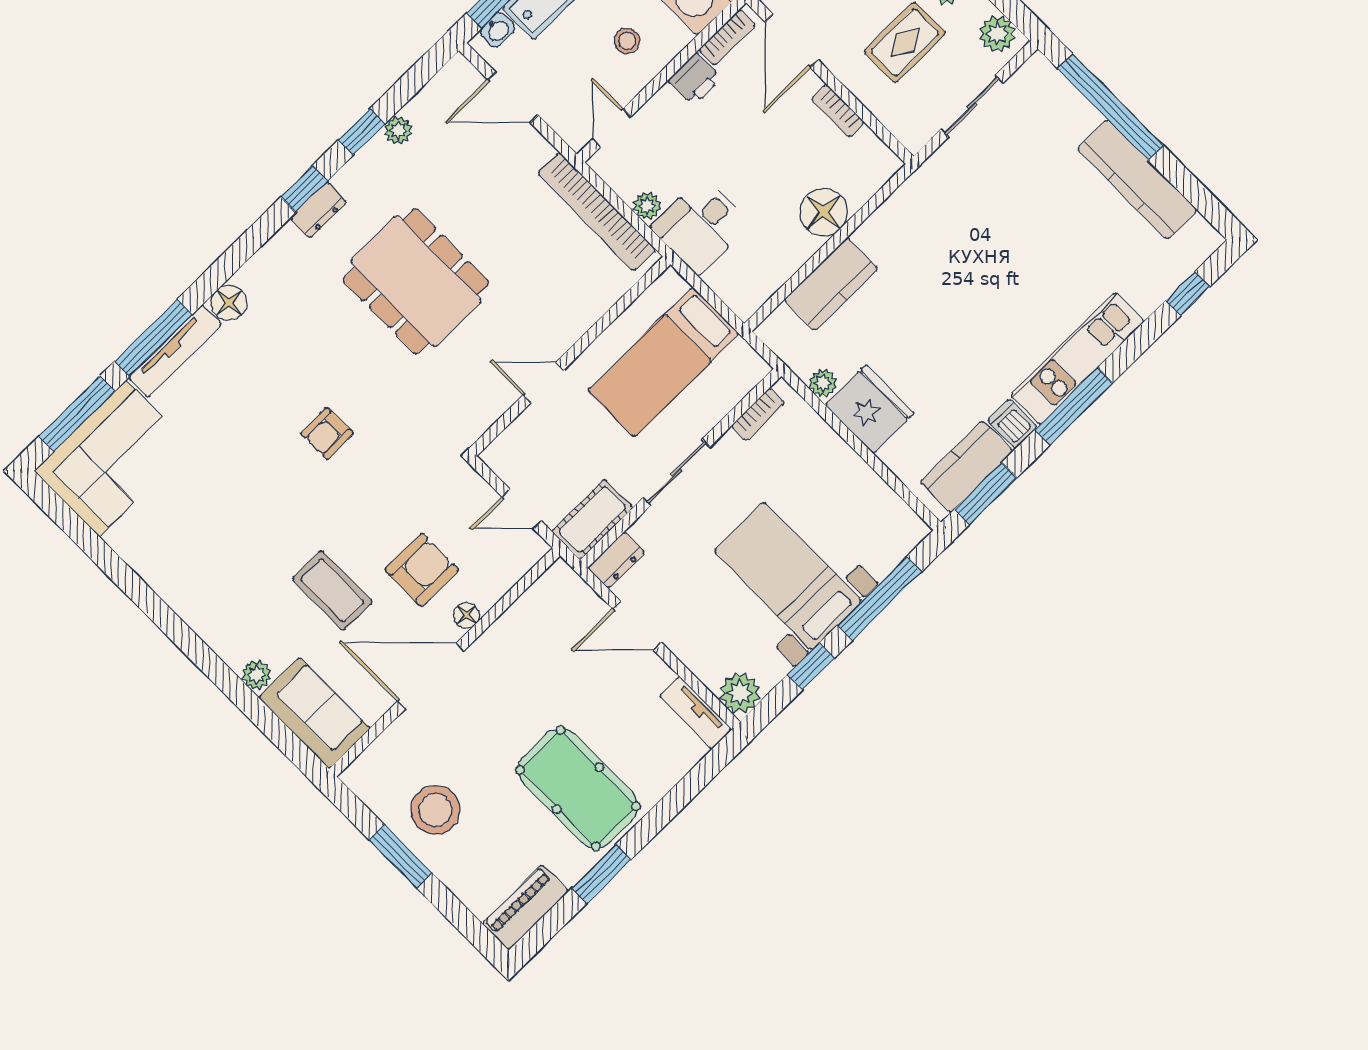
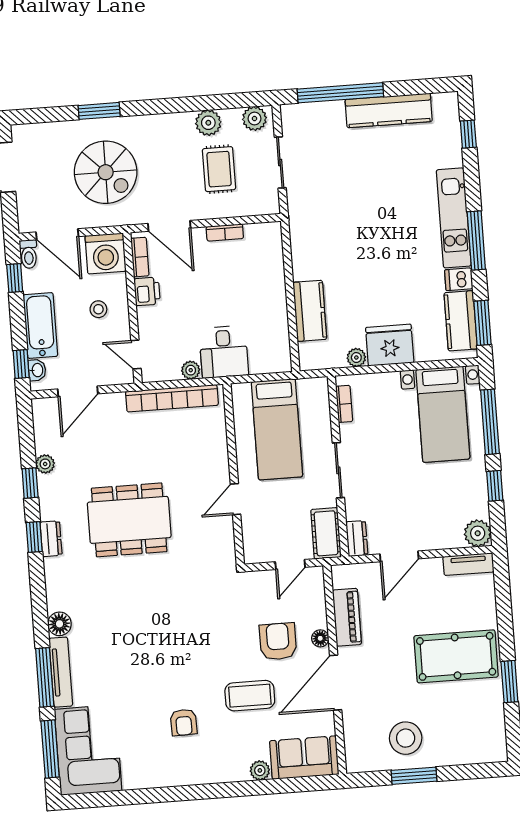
floor lamp: (823, 212) -> (270, 284), removed
armchair: (327, 433) -> (184, 722), moved
bed with nightstands: (788, 576) -> (443, 414), moved, turned -90
piano: (525, 908) -> (347, 617), moved, turned 180

